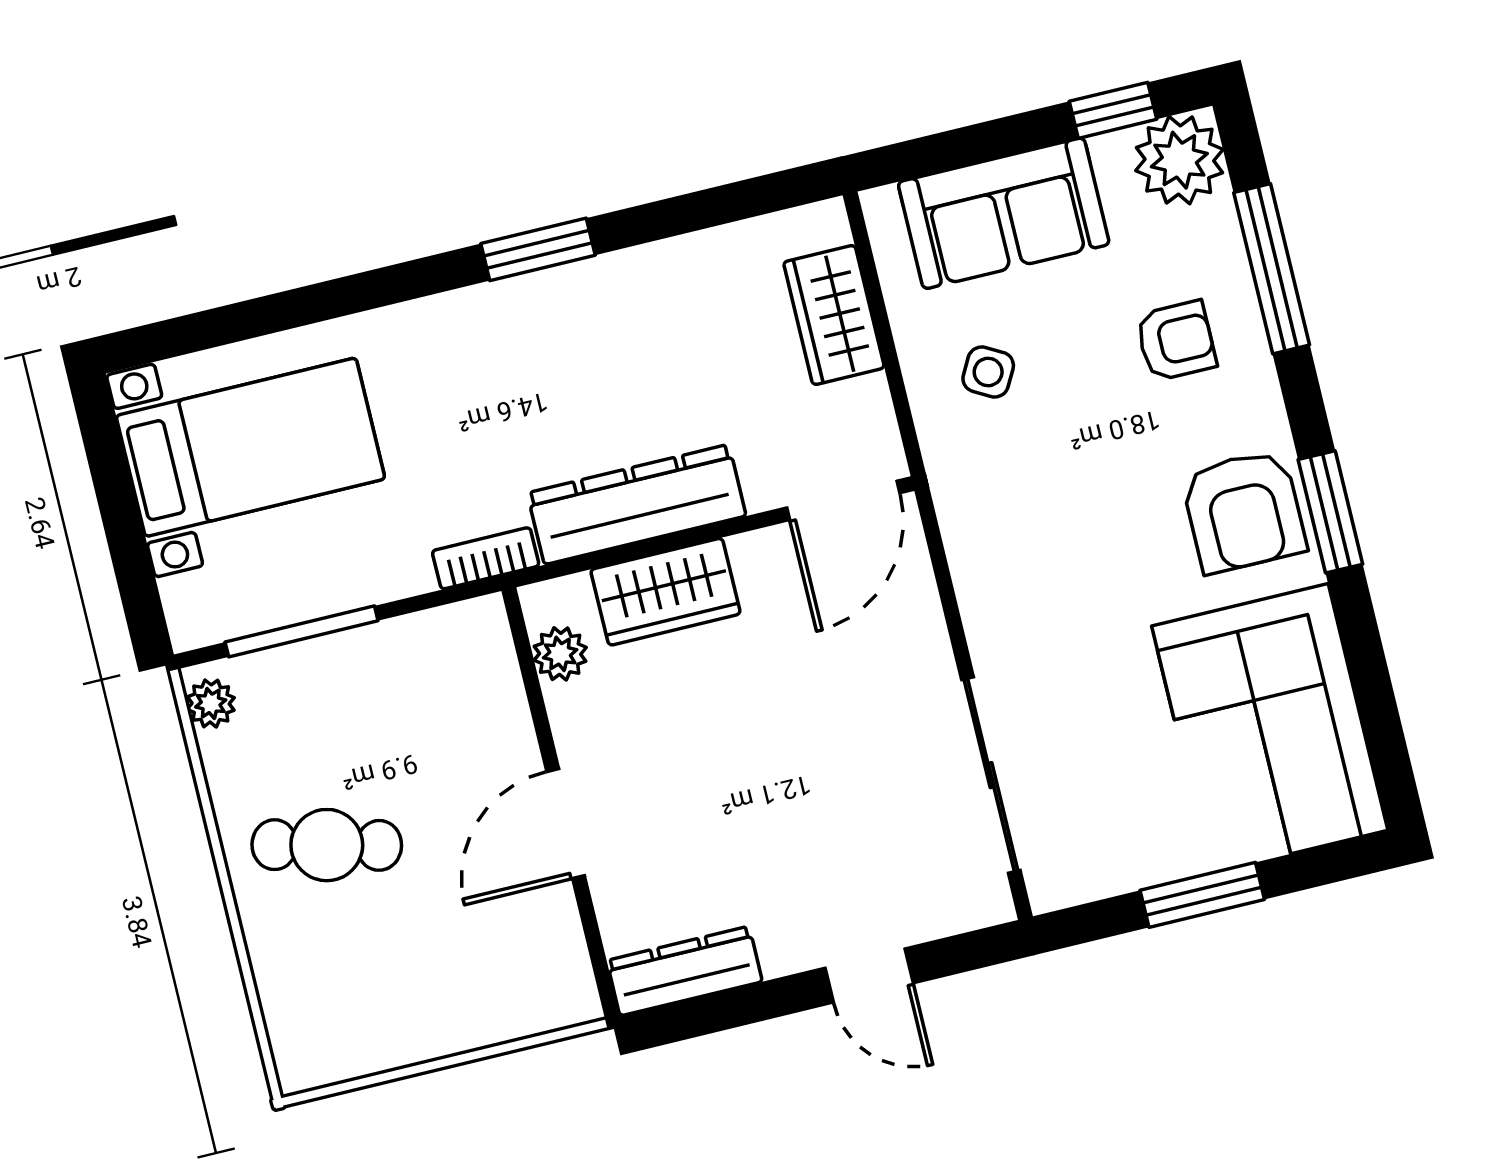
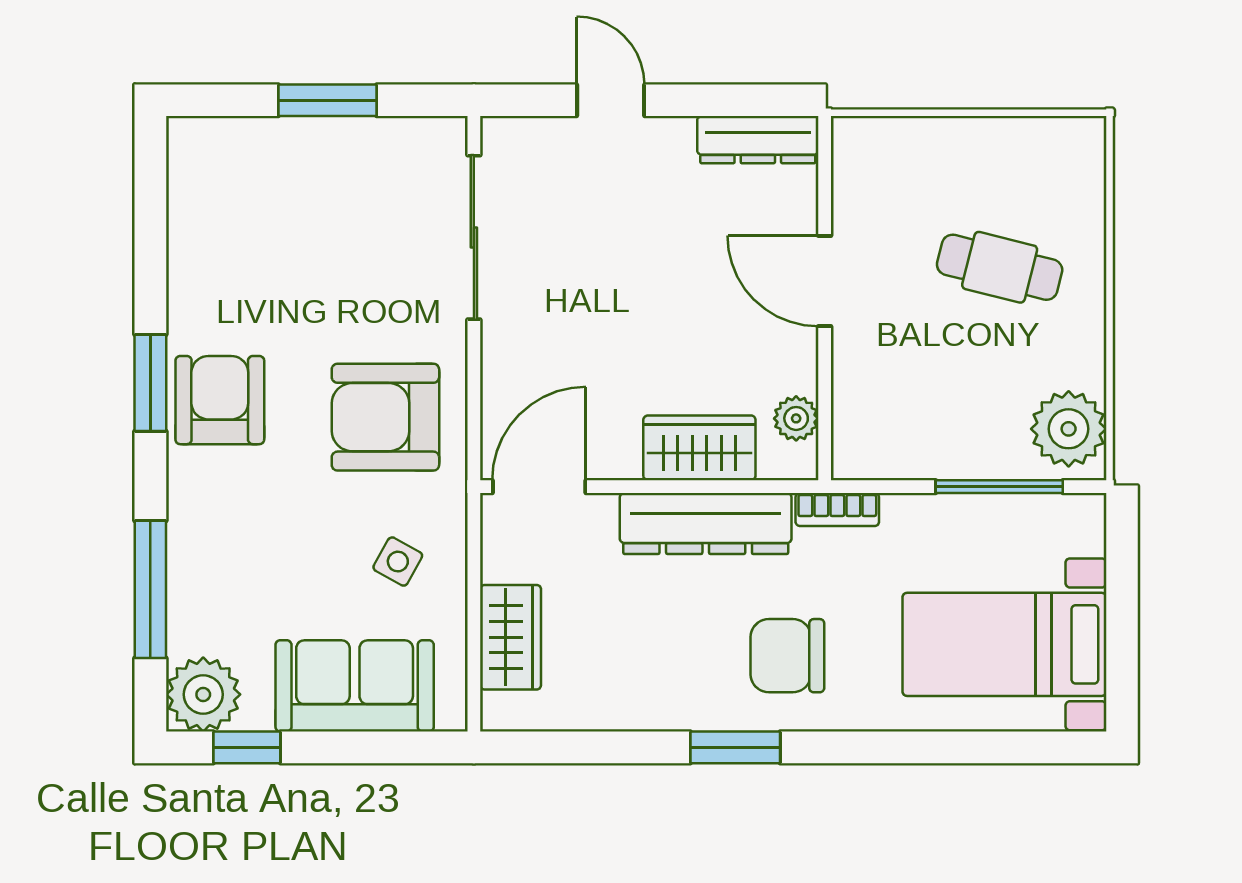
armchair: (1176, 341) -> (385, 417), moved, width x1.88, depth x1.88
chair: (503, 372) -> (787, 656), added
plant: (211, 703) -> (1069, 429), width x1.88, depth x1.88
corner sofa: (1270, 728) -> (241, 221), removed
door: (566, 824) -> (825, 281), swing flipped
cafe table: (327, 845) -> (1000, 267), moved

